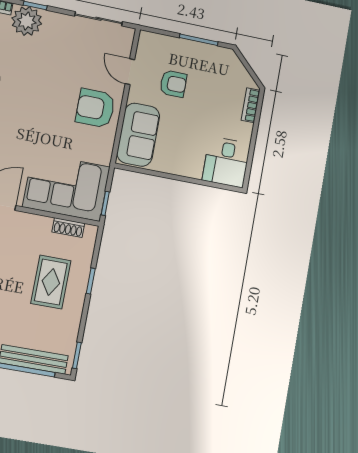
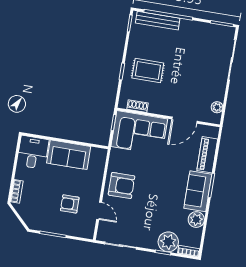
sofa: (138, 135) -> (69, 155), moved, turned -90
rug: (51, 282) -> (148, 71), turned 90

